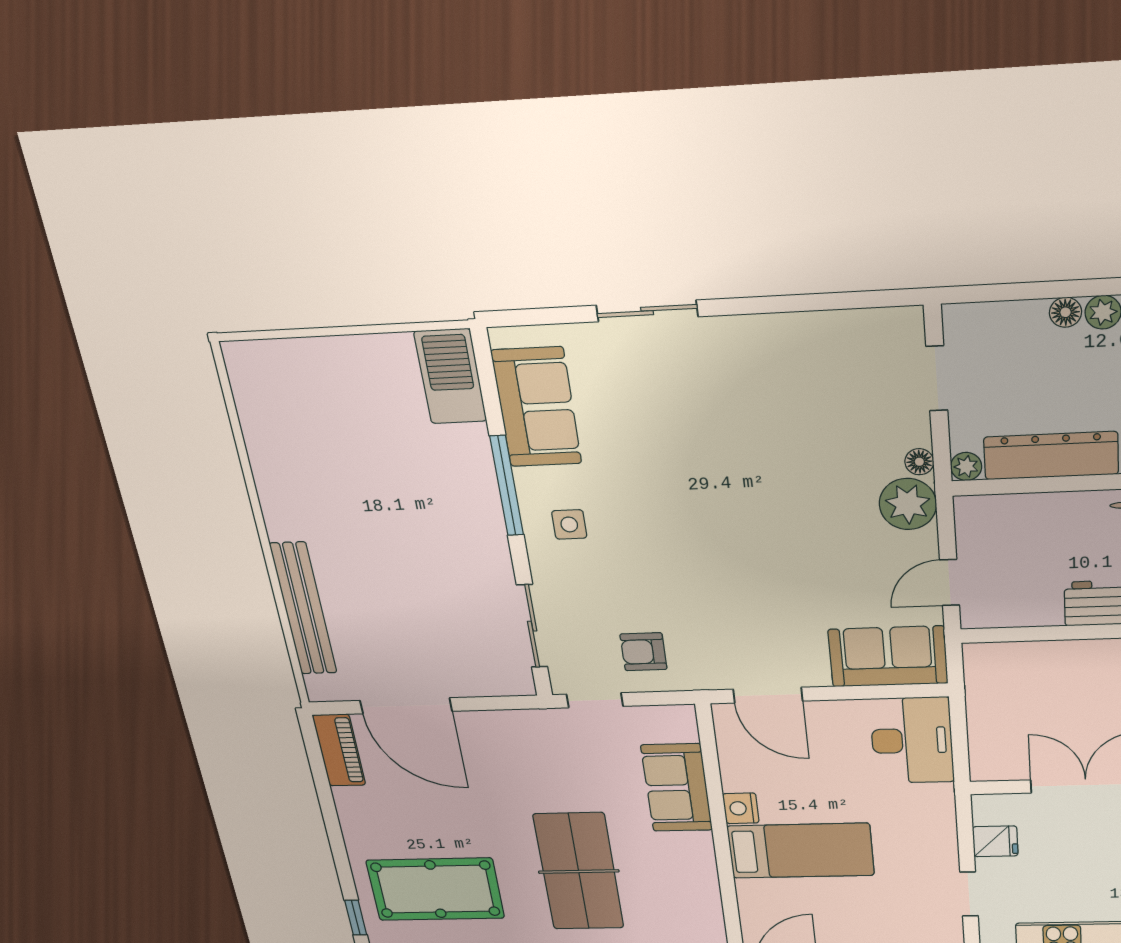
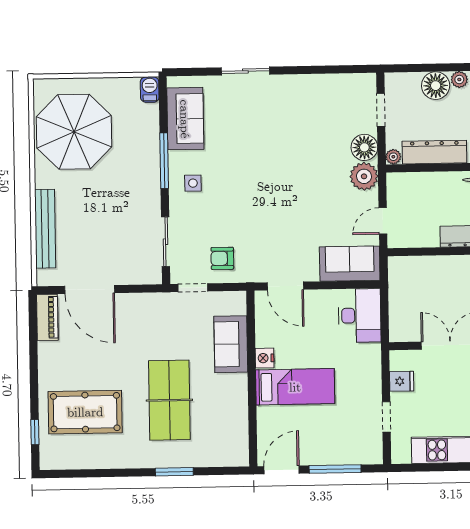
floor lamp: (1065, 312) -> (436, 86), width x1.89, depth x1.89
barbecue: (450, 376) -> (150, 90), width x0.53, depth x0.65
parasol: (321, 438) -> (74, 132), added
floor lamp: (919, 462) -> (364, 147), width x1.89, depth x1.89

